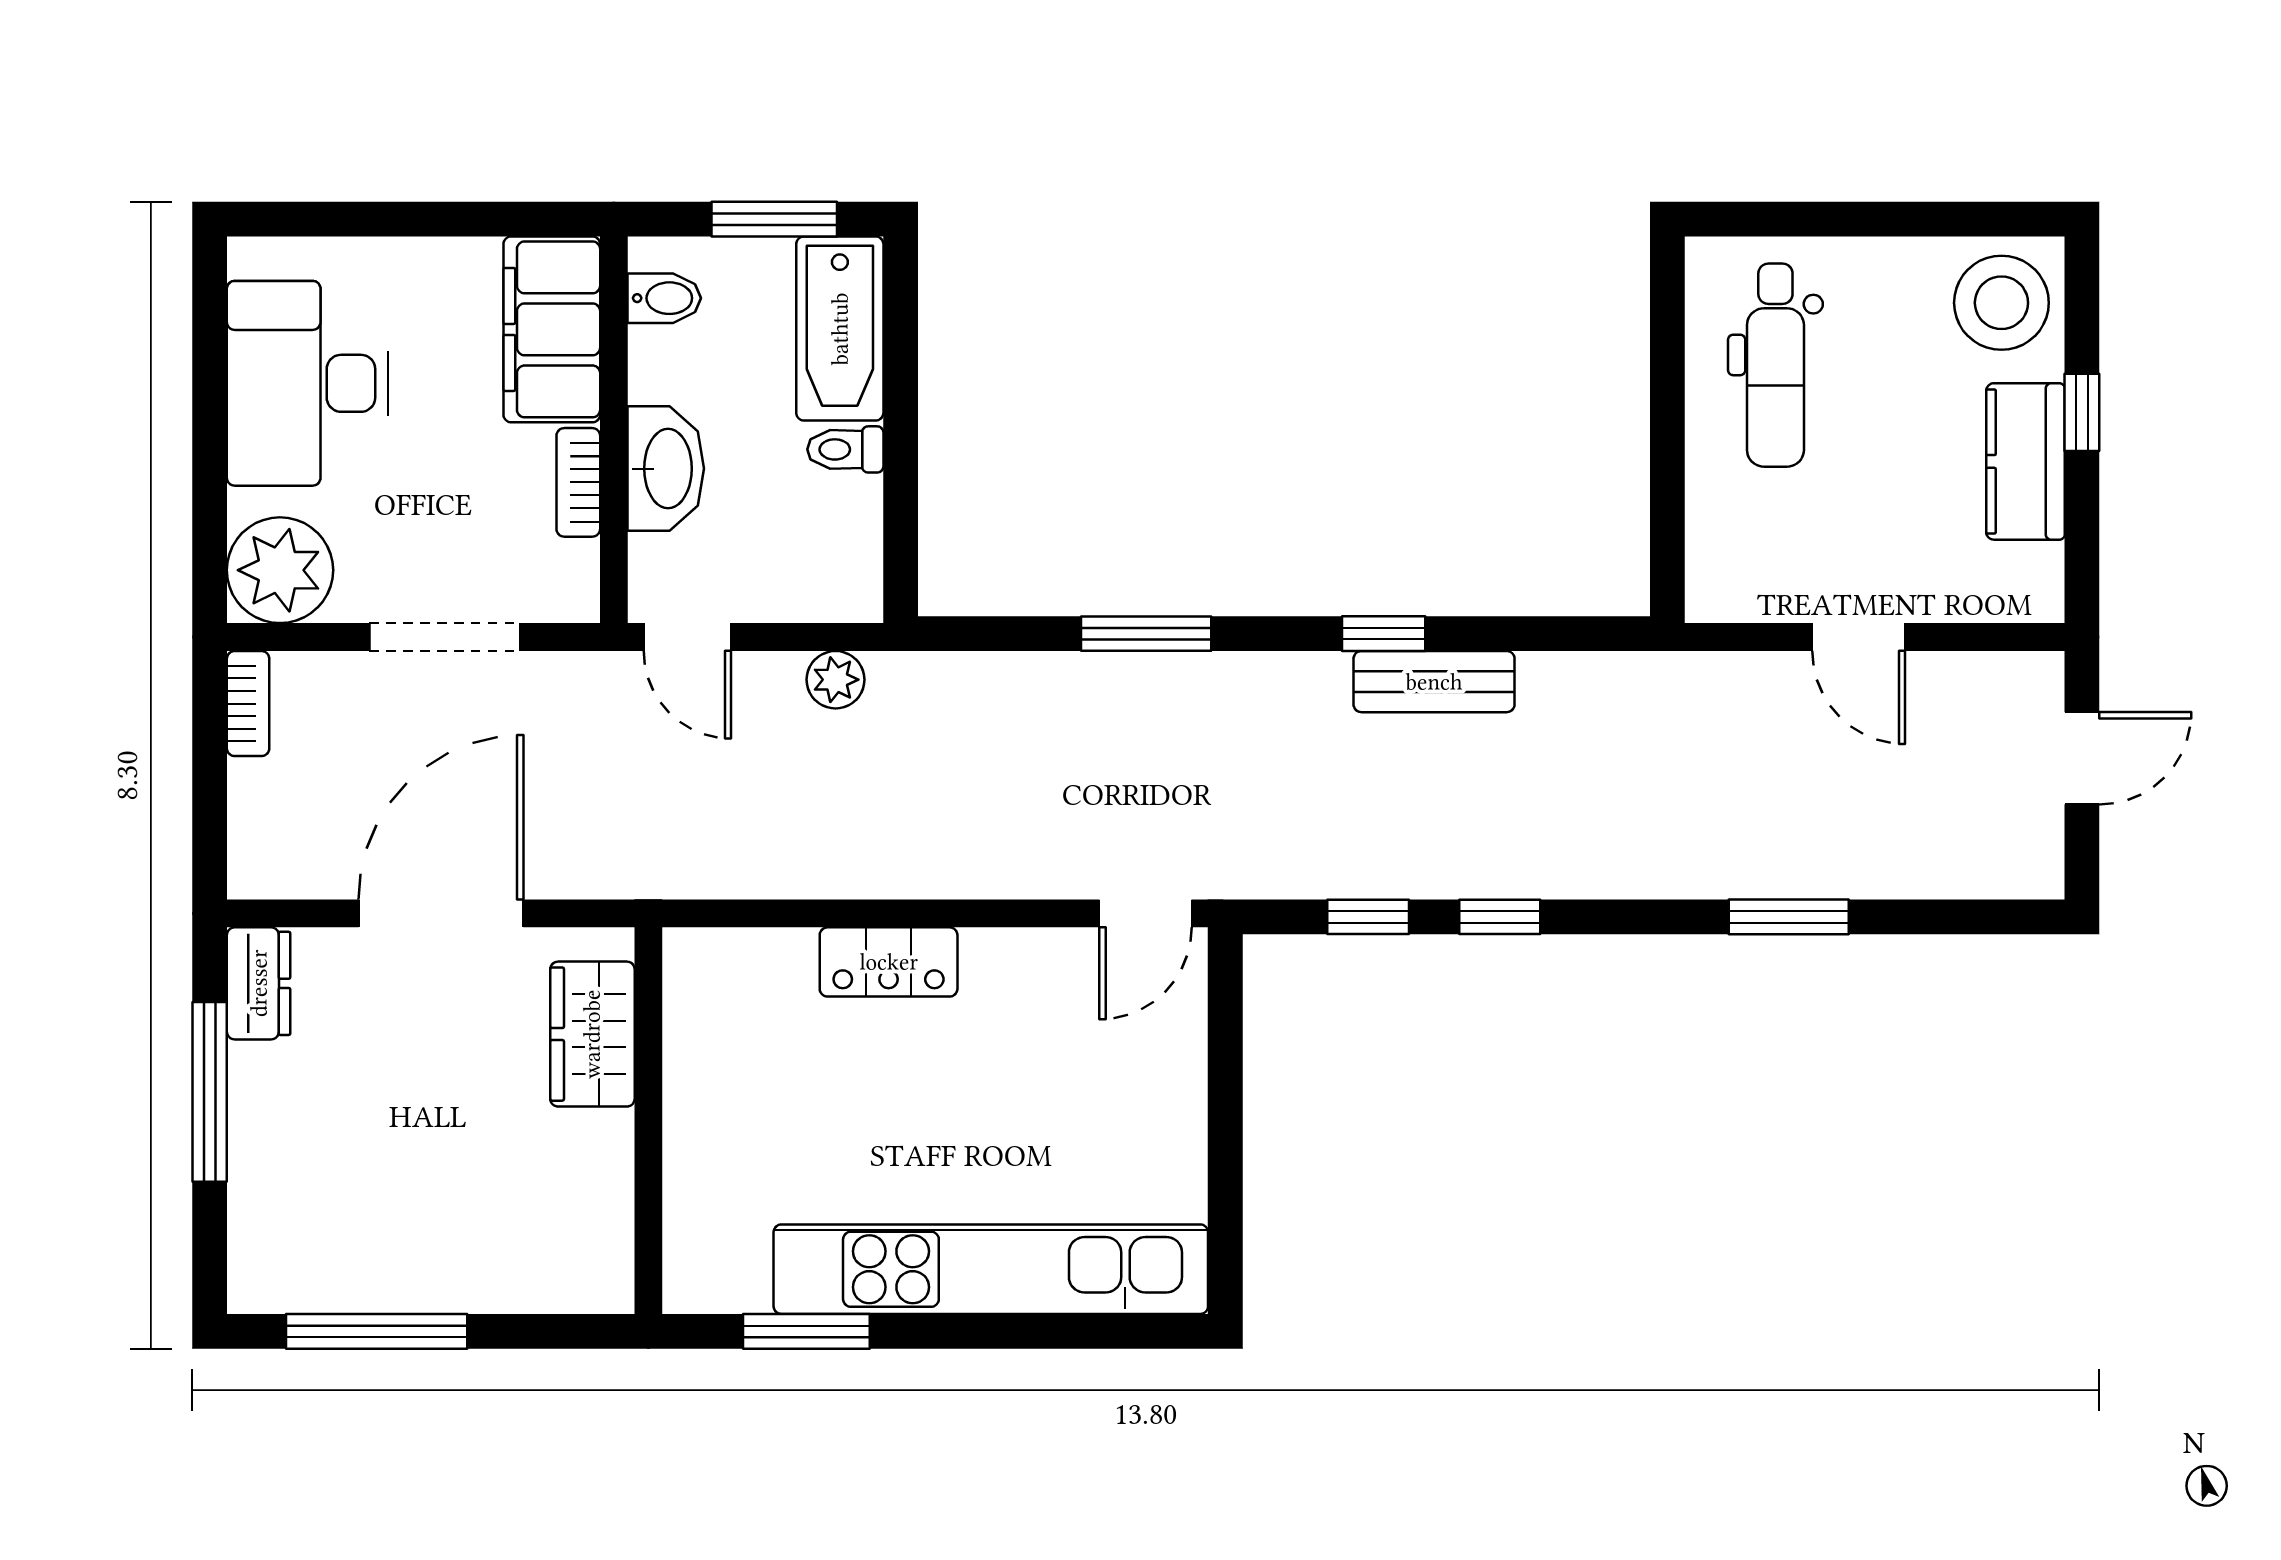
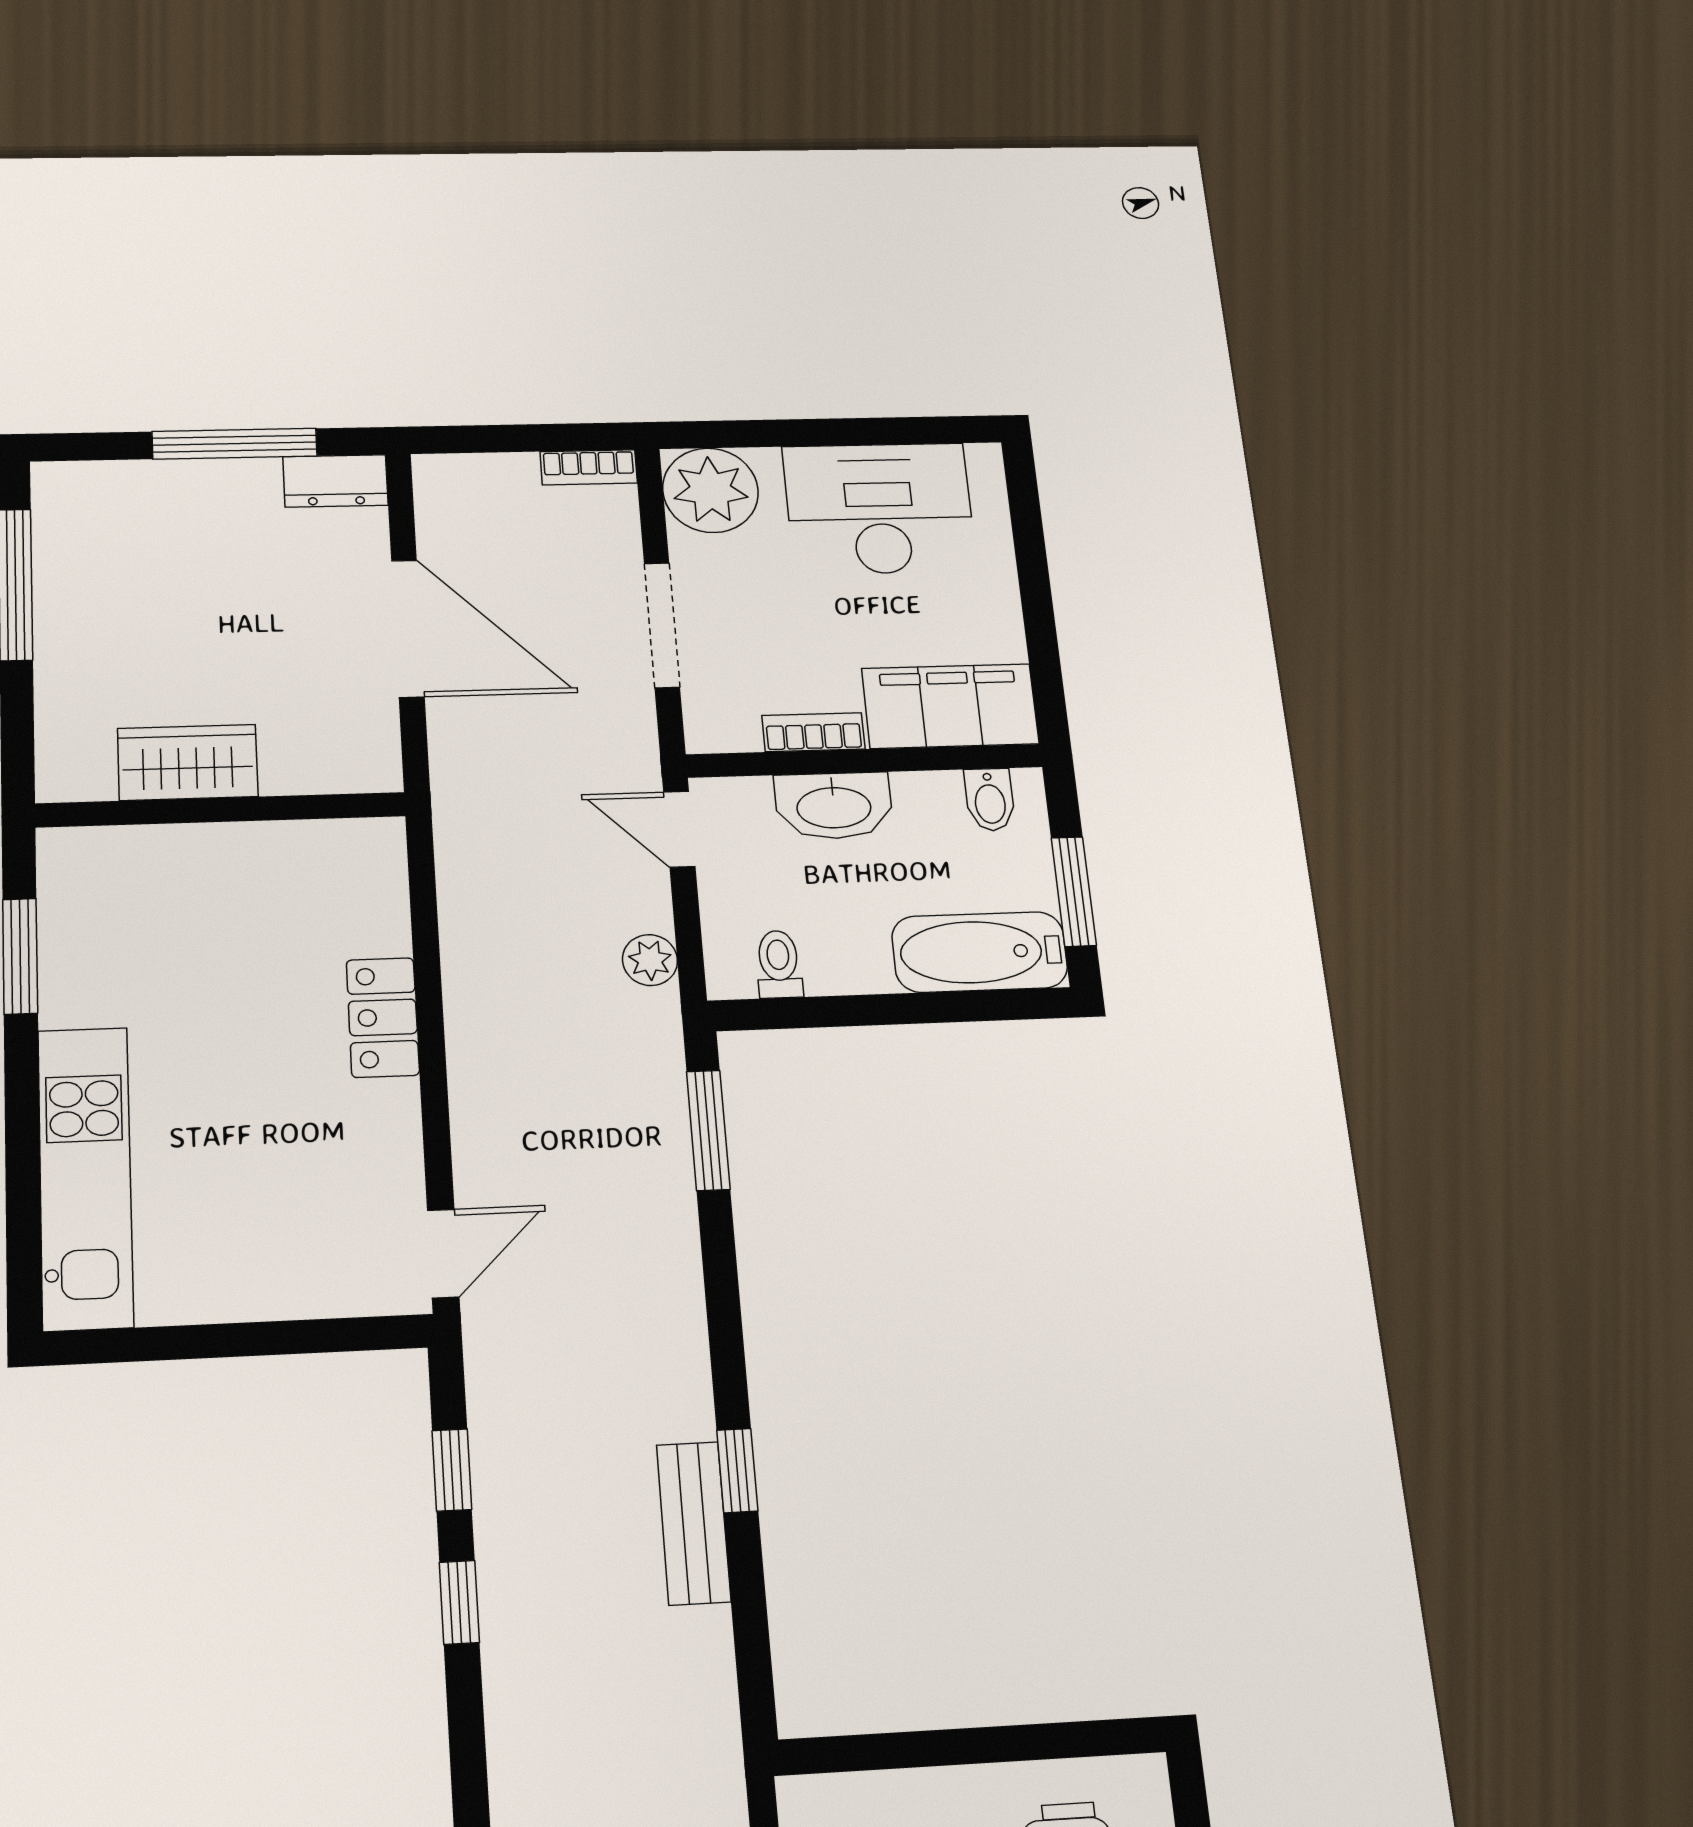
toilet: (845, 449) -> (779, 964), moved
window: (1146, 634) -> (708, 1130), moved
door: (687, 637) -> (679, 829), hinge flipped
door: (1145, 913) -> (443, 1253), swing flipped
wardrobe: (592, 1034) -> (188, 762), moved
kitchen unit: (991, 1269) -> (85, 1177), width x0.73

